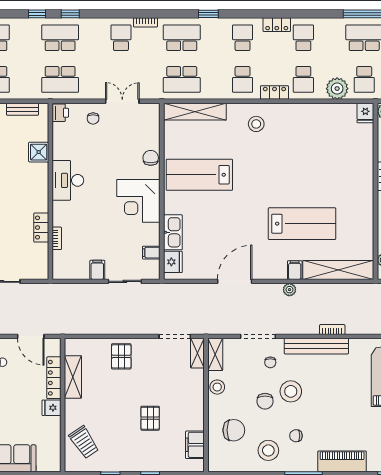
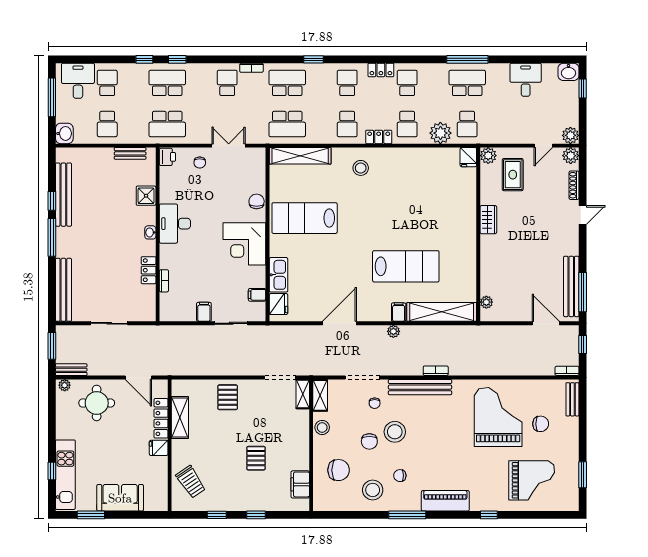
washbasin: (43, 189) -> (150, 232), added

